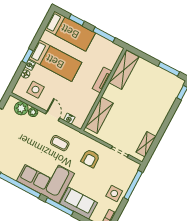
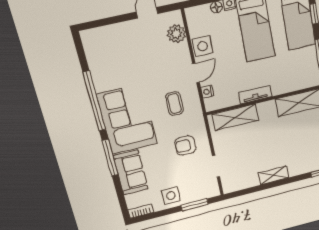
tv unit: (102, 80) -> (255, 95), moved
side table: (35, 90) -> (203, 46), moved
plant: (33, 112) -> (183, 50), removed
shelving: (146, 144) -> (273, 175), moved
window: (133, 185) -> (195, 205), width x0.69

